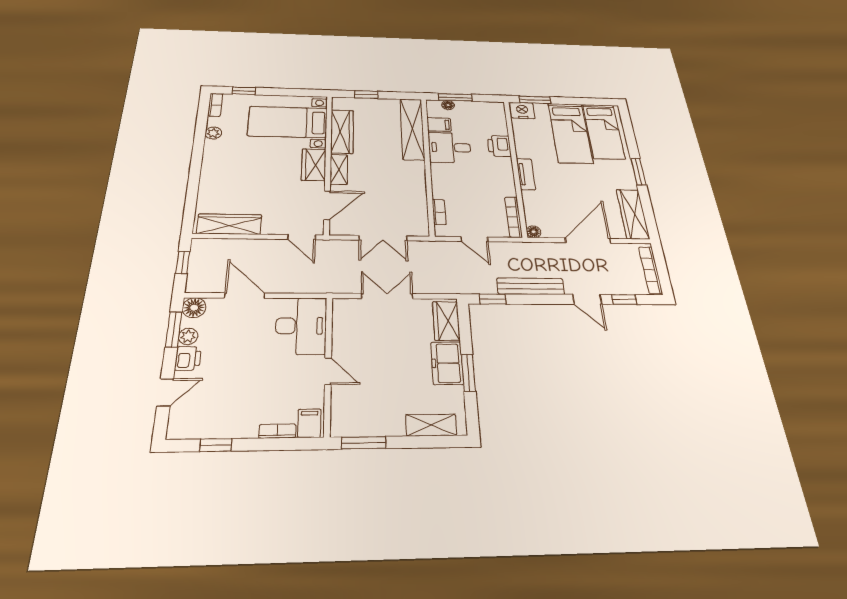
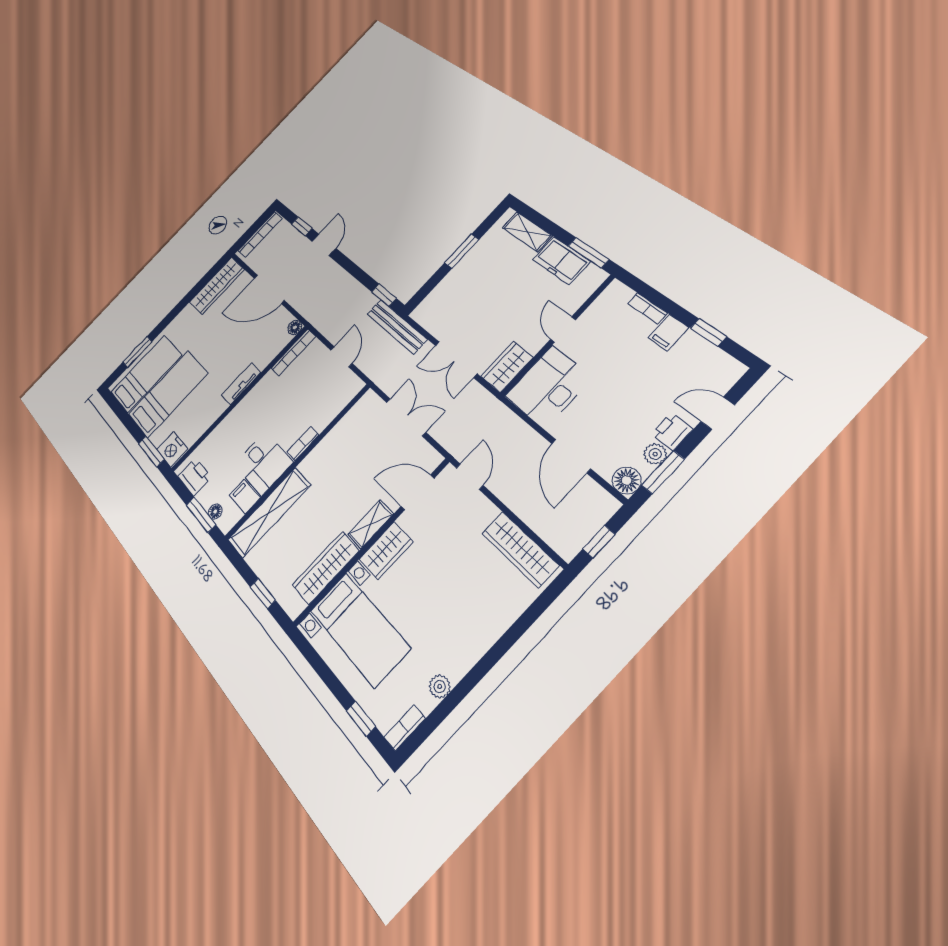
printer: (499, 146) -> (194, 477), moved, turned -90
window: (638, 172) -> (137, 352), moved
bookcase: (439, 212) -> (303, 443), moved
bench: (531, 286) -> (397, 326), moved
wardrobe: (446, 321) -> (507, 367), moved, turned 180
freezer: (447, 363) -> (561, 261), moved, turned 90
filing cabinet: (309, 423) -> (668, 333), moved

